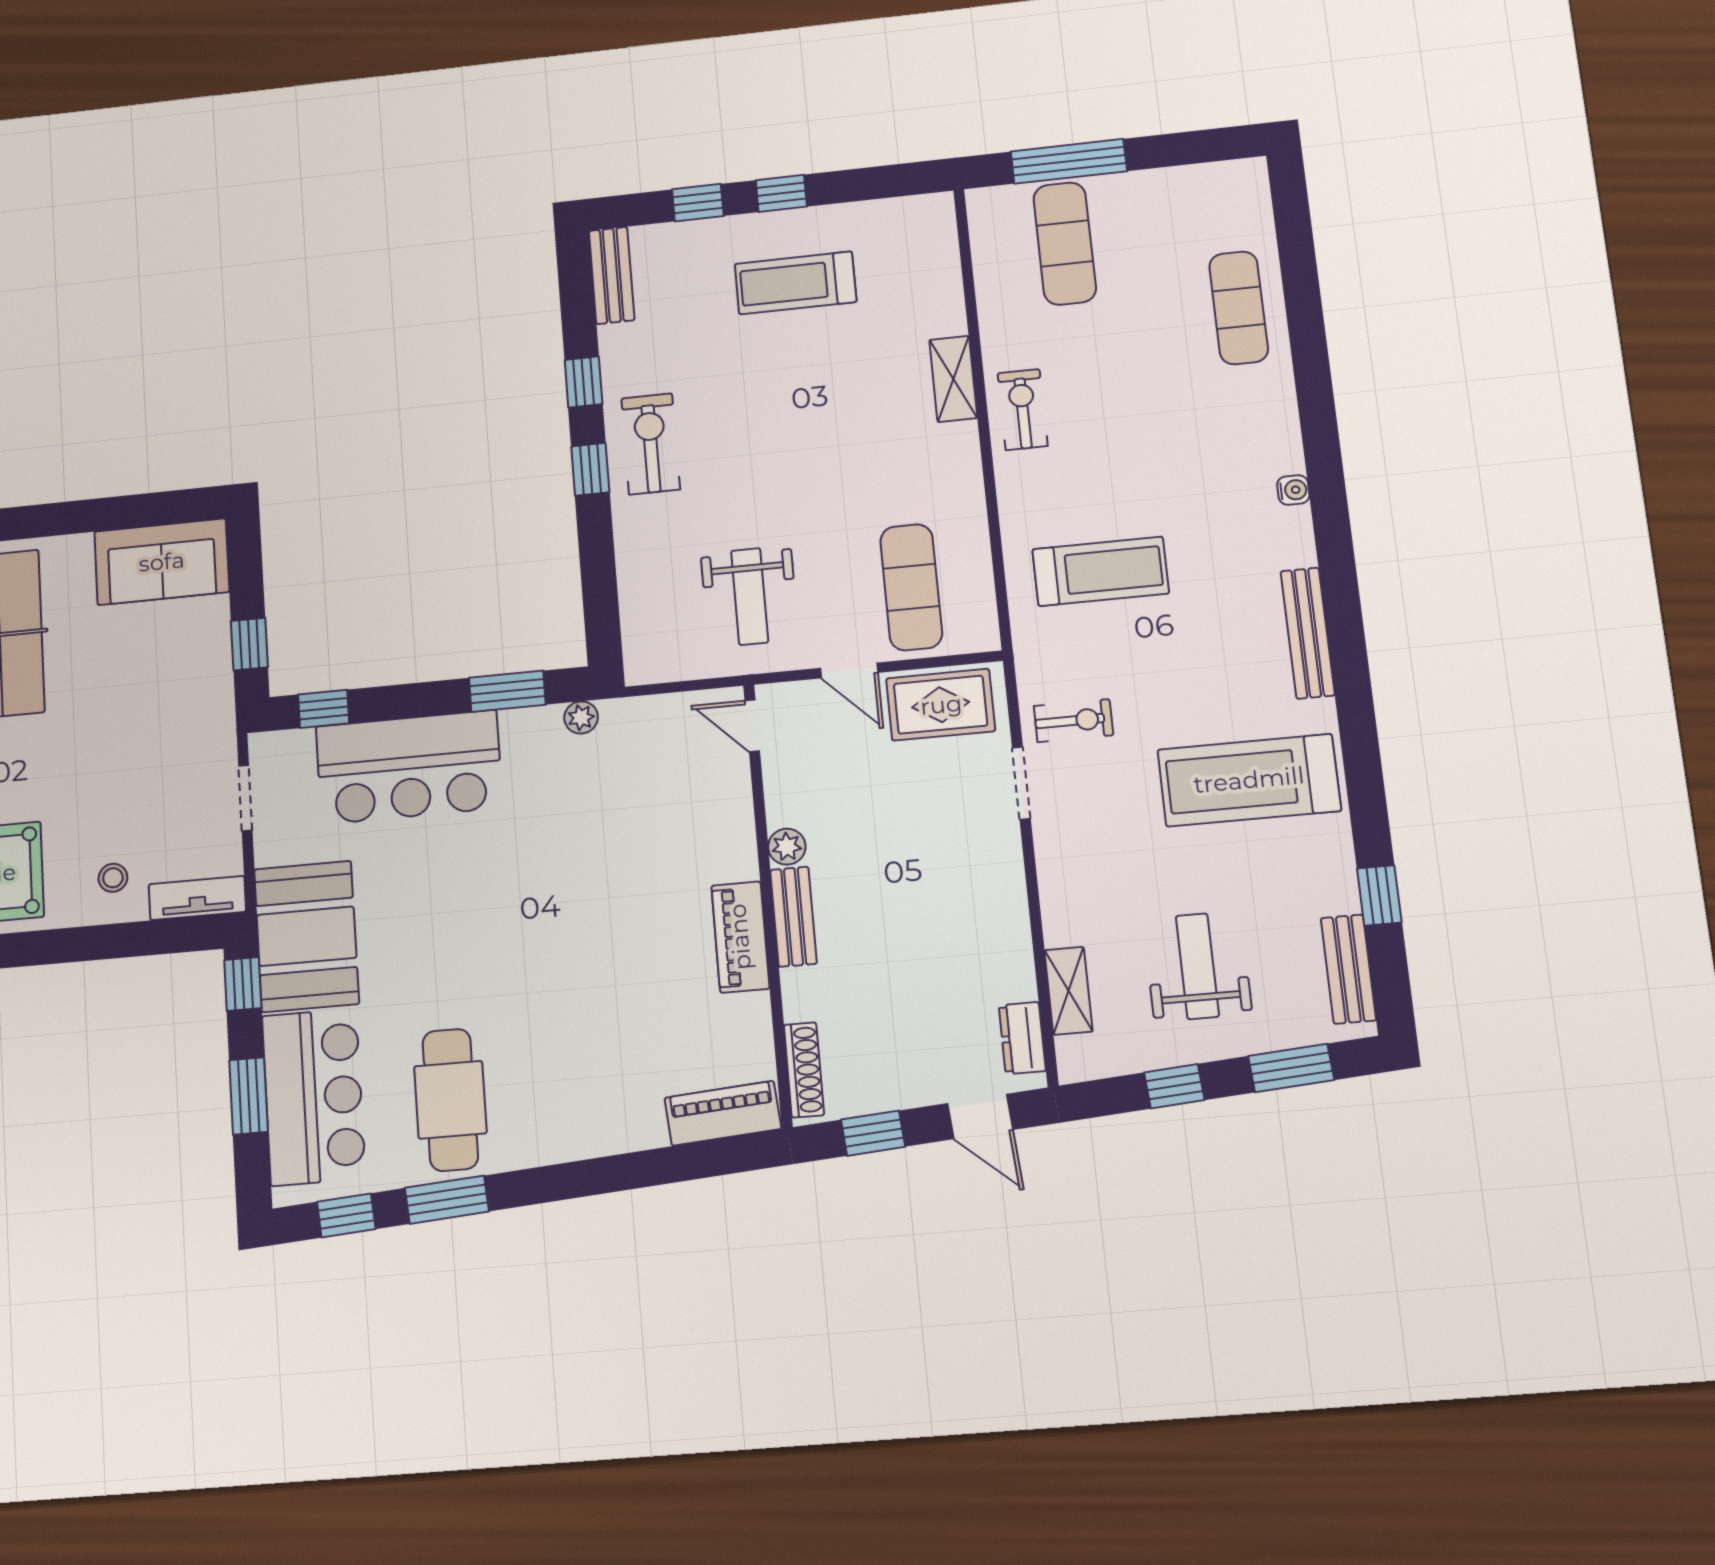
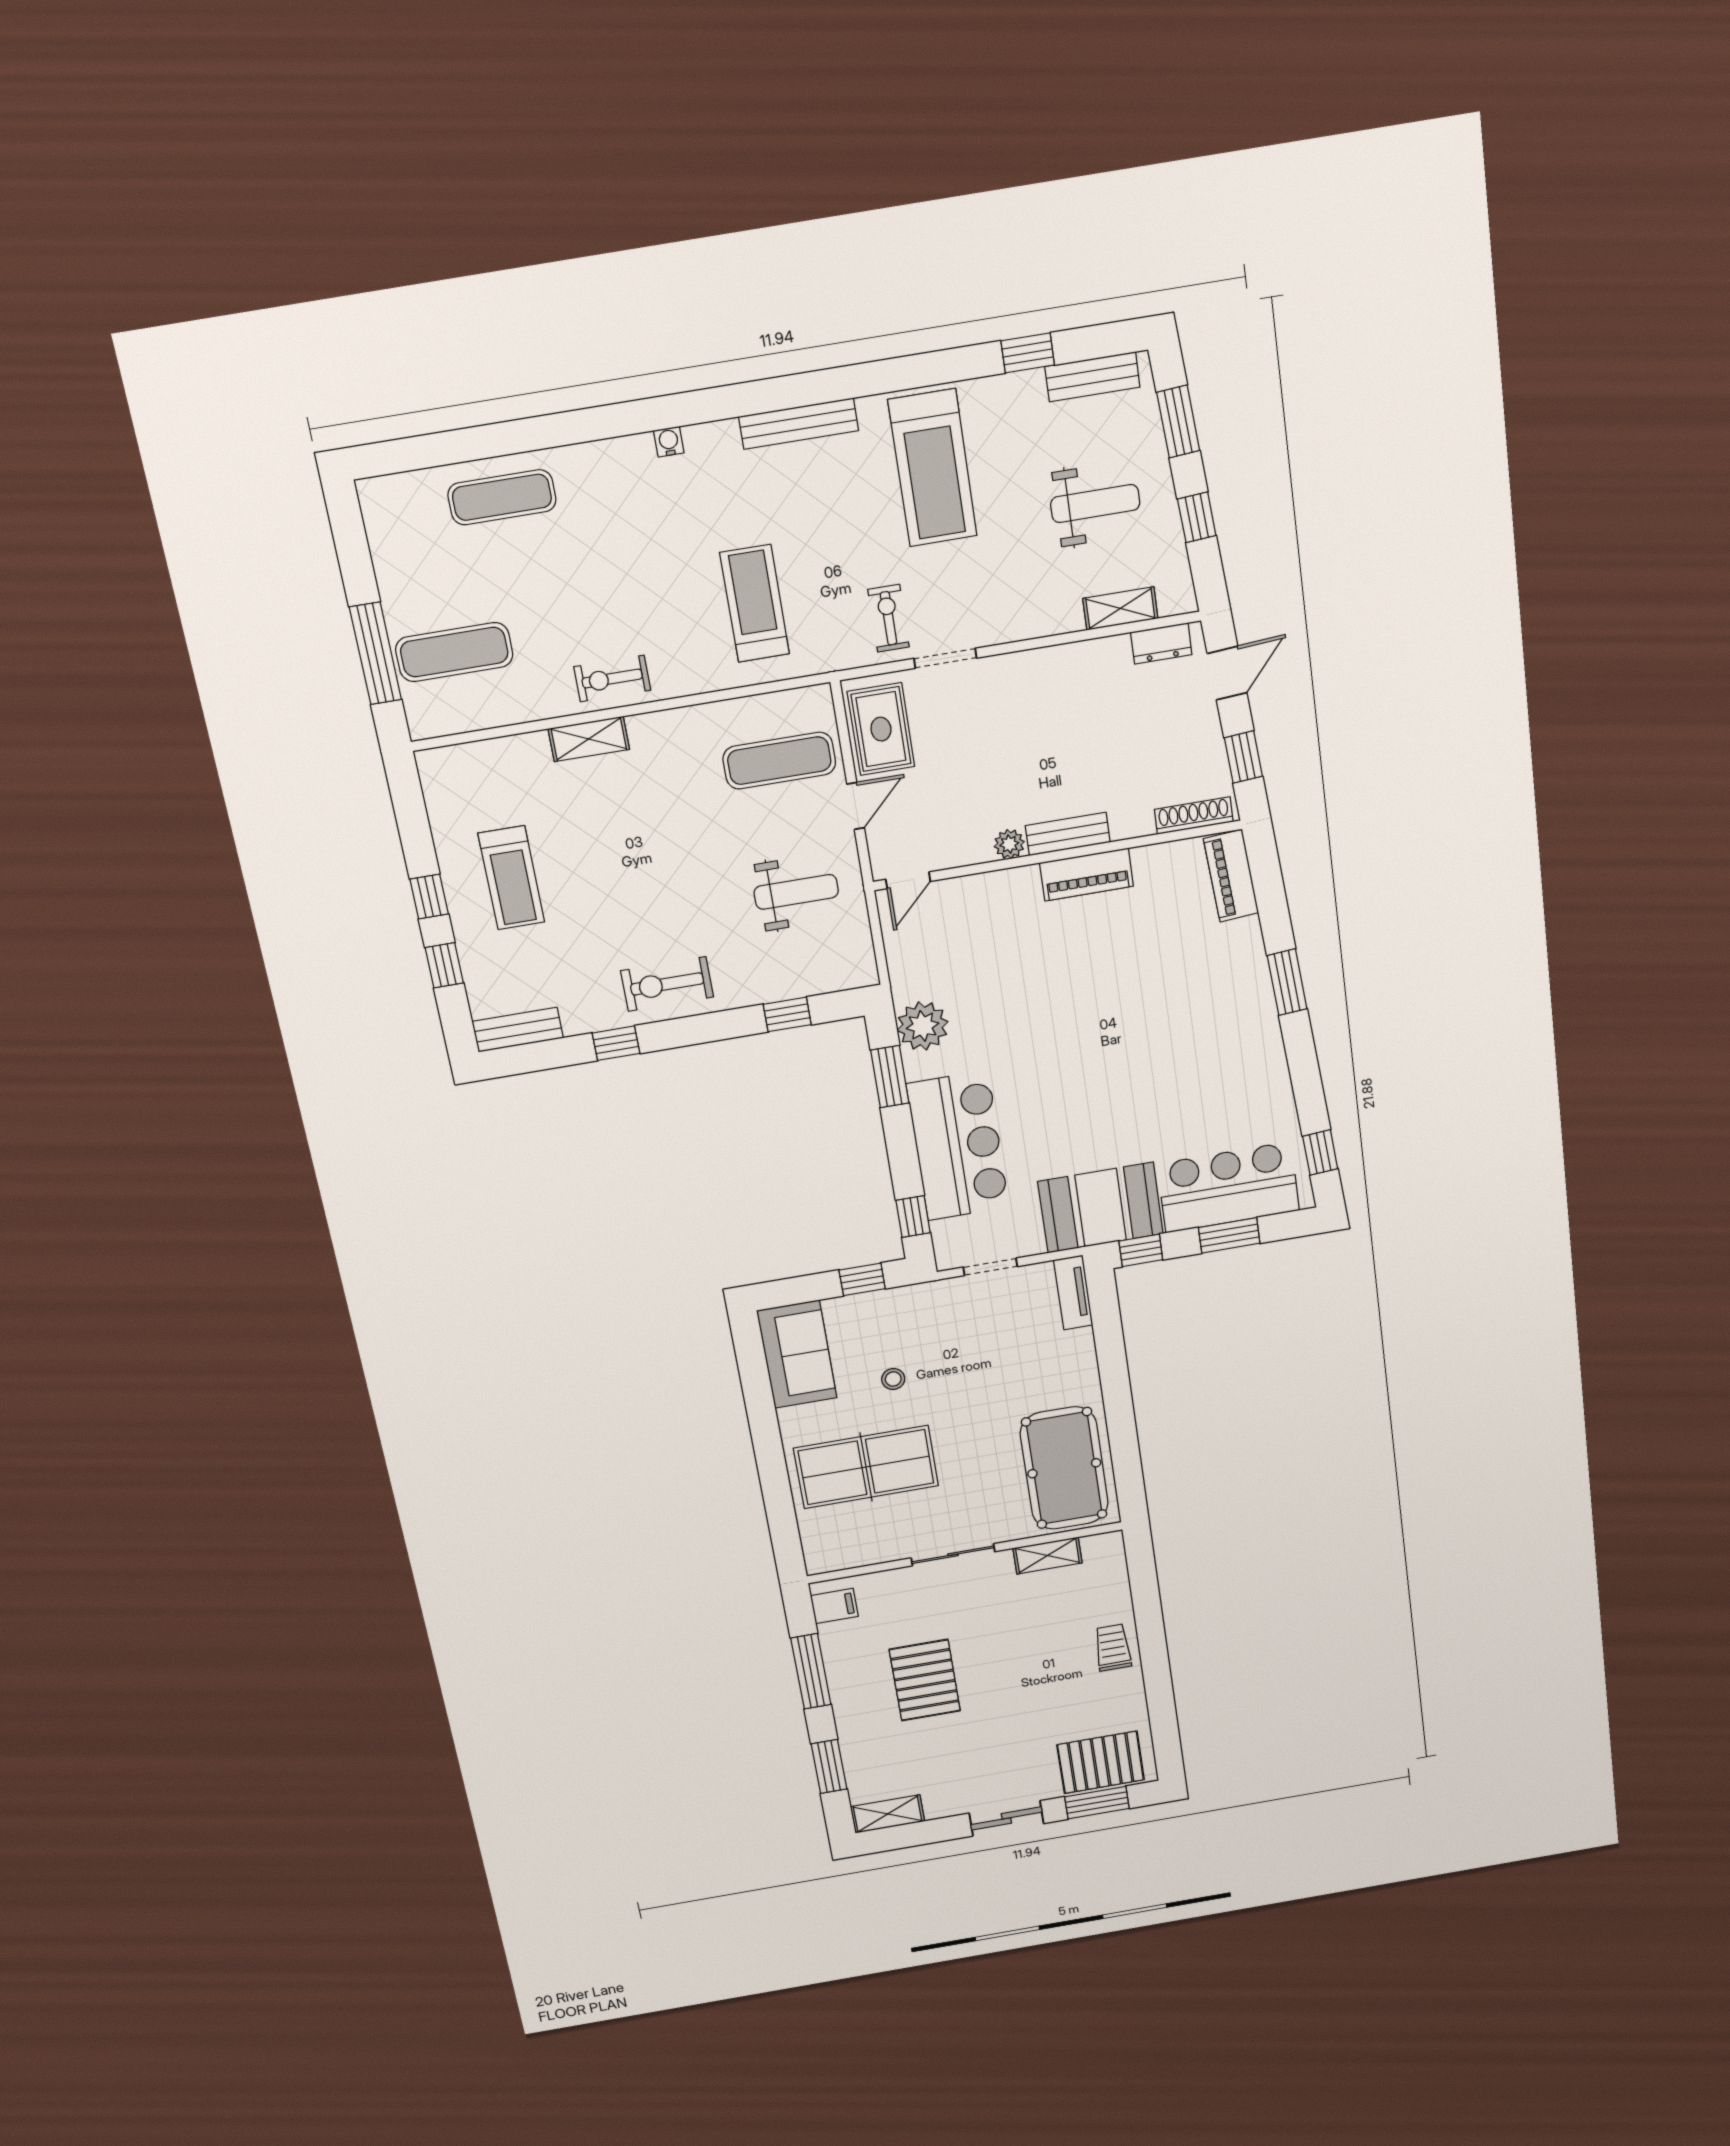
window: (590, 469) -> (787, 1014), moved
plant: (581, 717) -> (923, 1026), width x1.87, depth x1.87
stool: (113, 878) -> (893, 1379), moved
weight bench: (1197, 966) -> (1095, 504), turned 180
cafe table: (450, 1100) -> (1227, 1085), removed
window: (447, 1200) -> (1287, 982), moved

